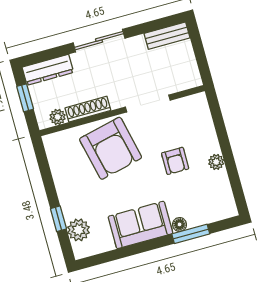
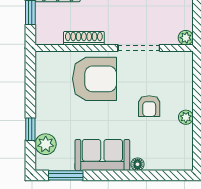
plant: (58, 117) -> (186, 38), moved
armchair: (111, 148) -> (95, 79), turned -77
window: (191, 234) -> (66, 175), moved

